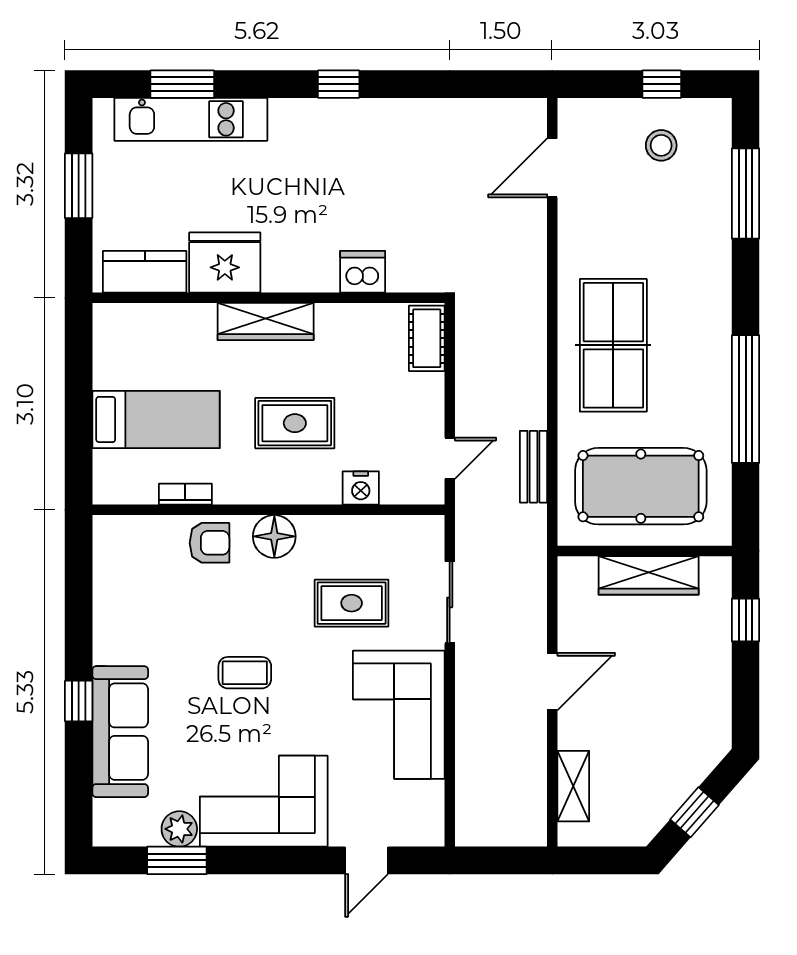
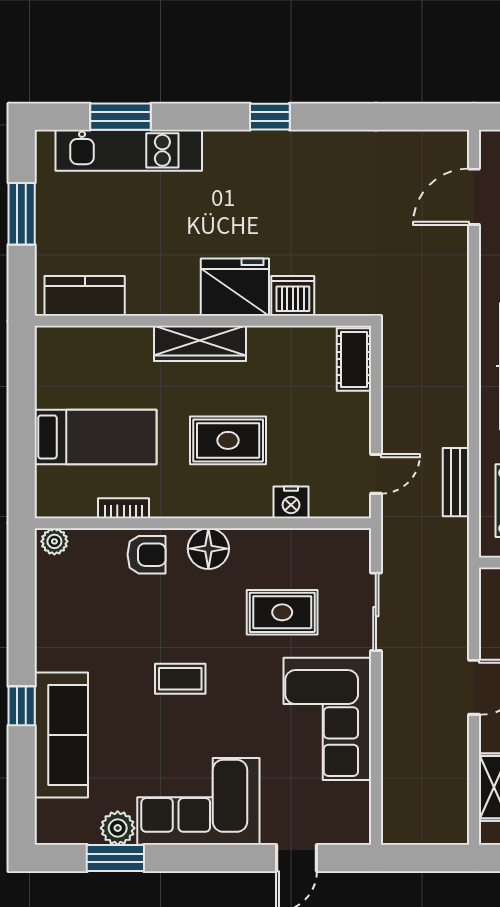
fridge: (225, 263) -> (235, 287), moved
plant: (113, 529) -> (54, 541), added

